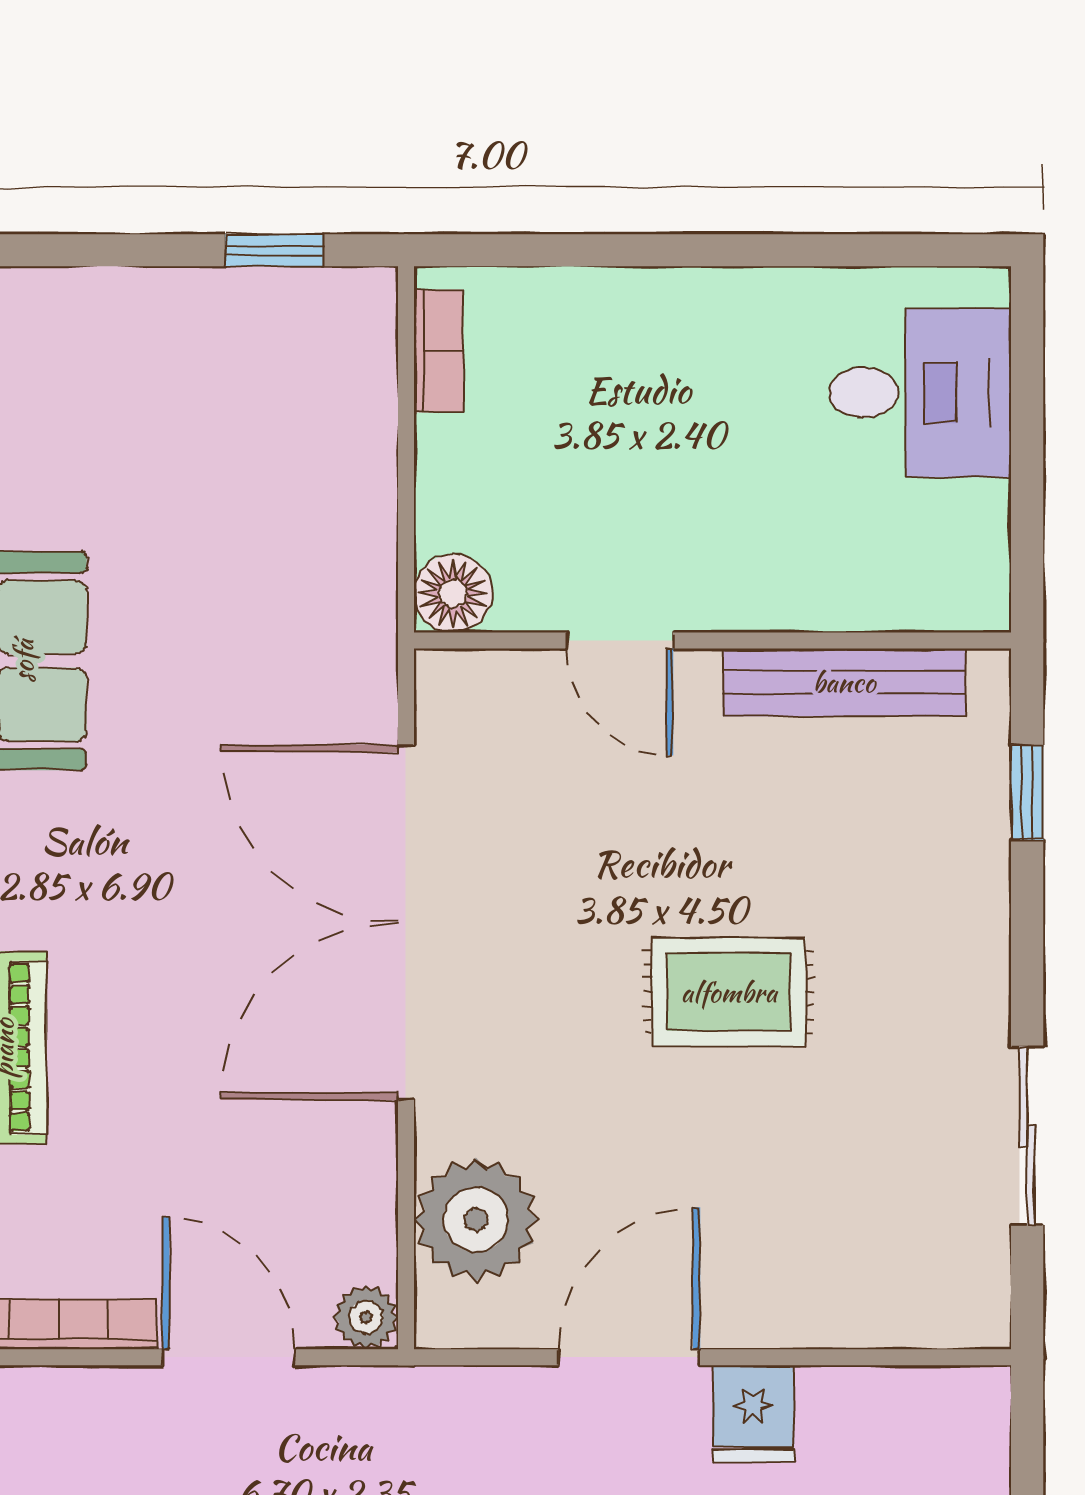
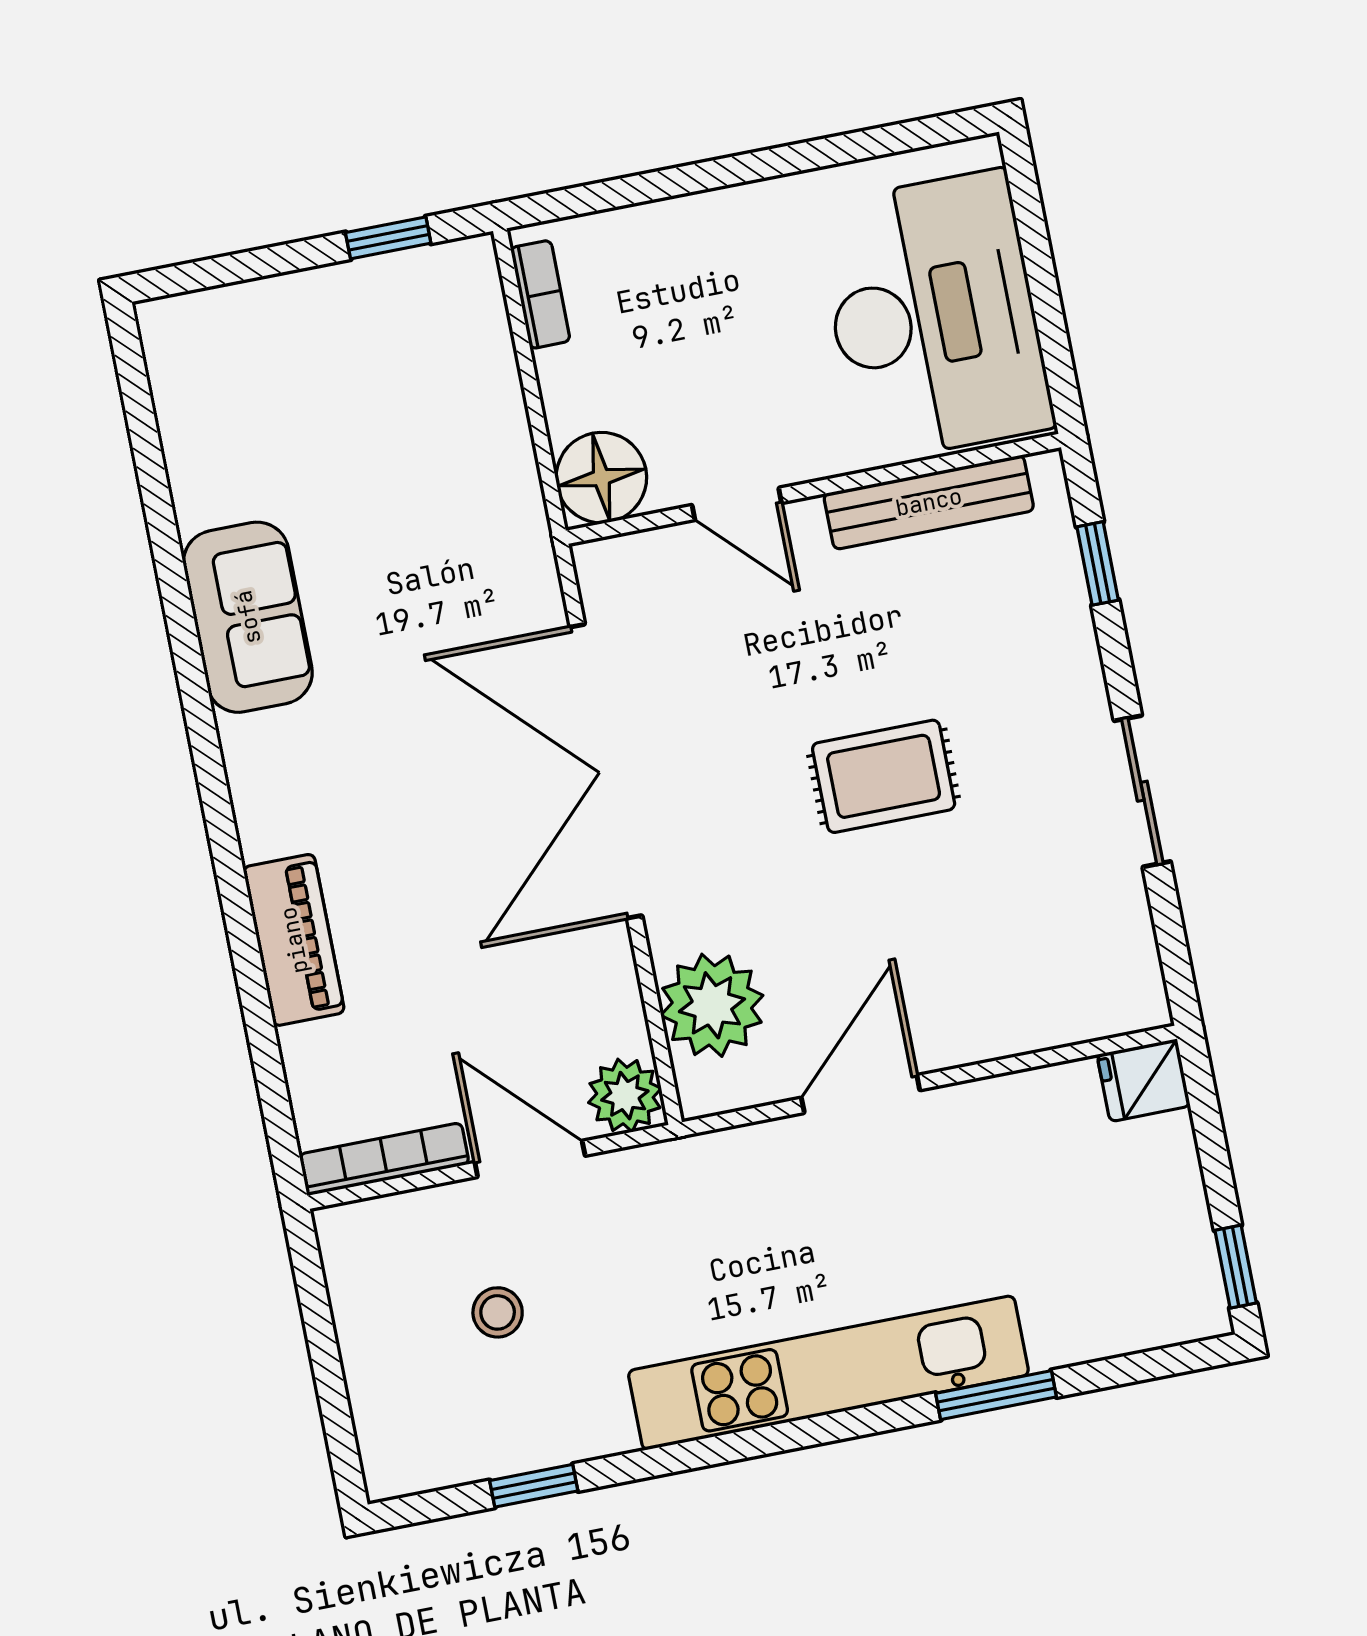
desk: (920, 393) -> (934, 316), width x1.87, depth x1.30
floor lamp: (453, 593) -> (601, 478), width x1.38, depth x1.38
sliding door: (1027, 1136) -> (1142, 791), moved
plant: (366, 1317) -> (625, 1096), width x1.38, depth x1.38
fridge: (753, 1414) -> (1144, 1080), moved, turned 90

